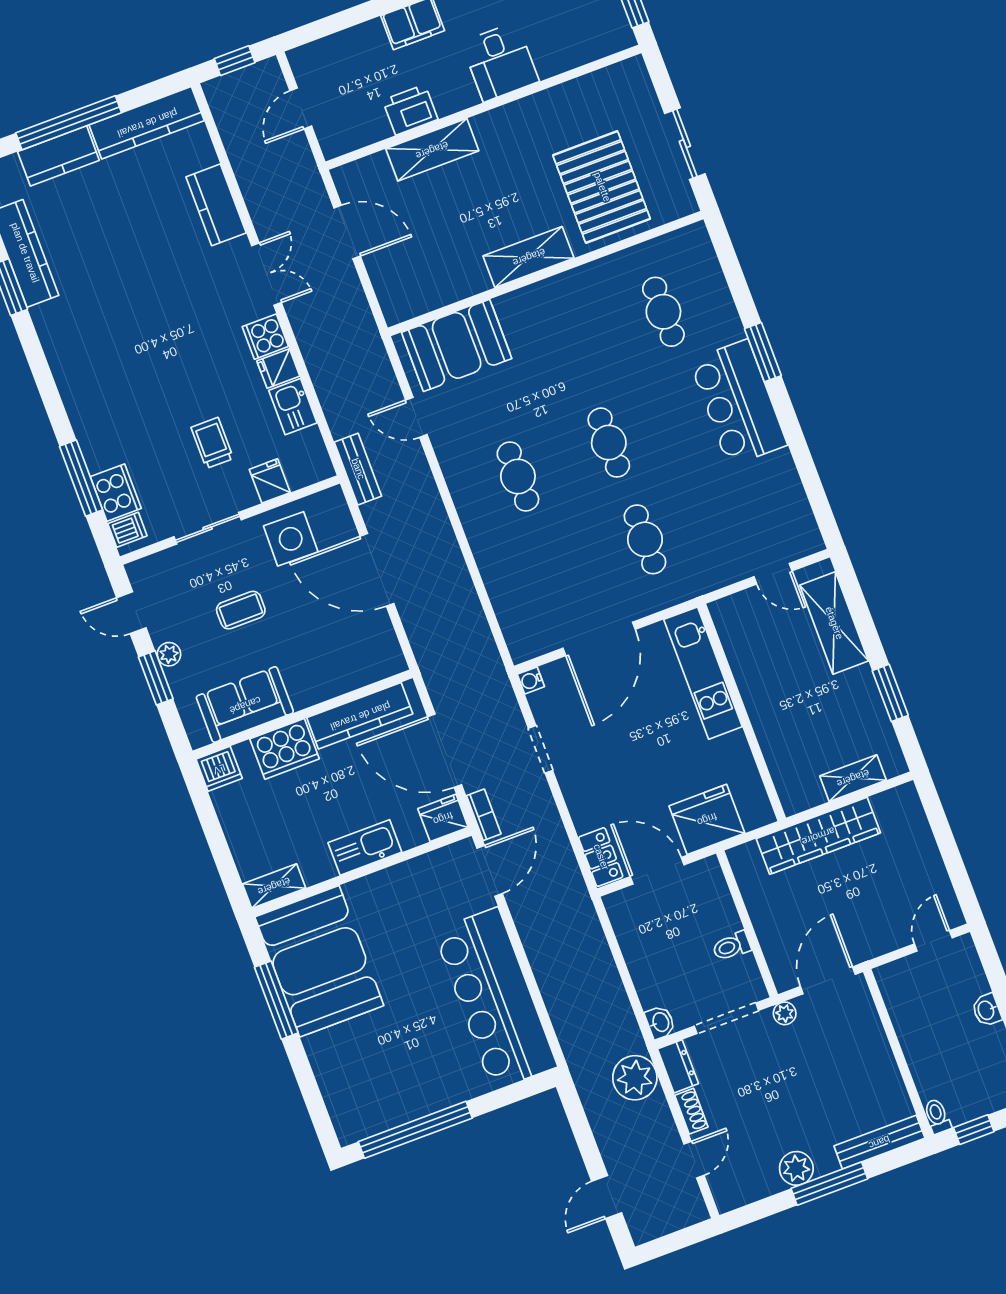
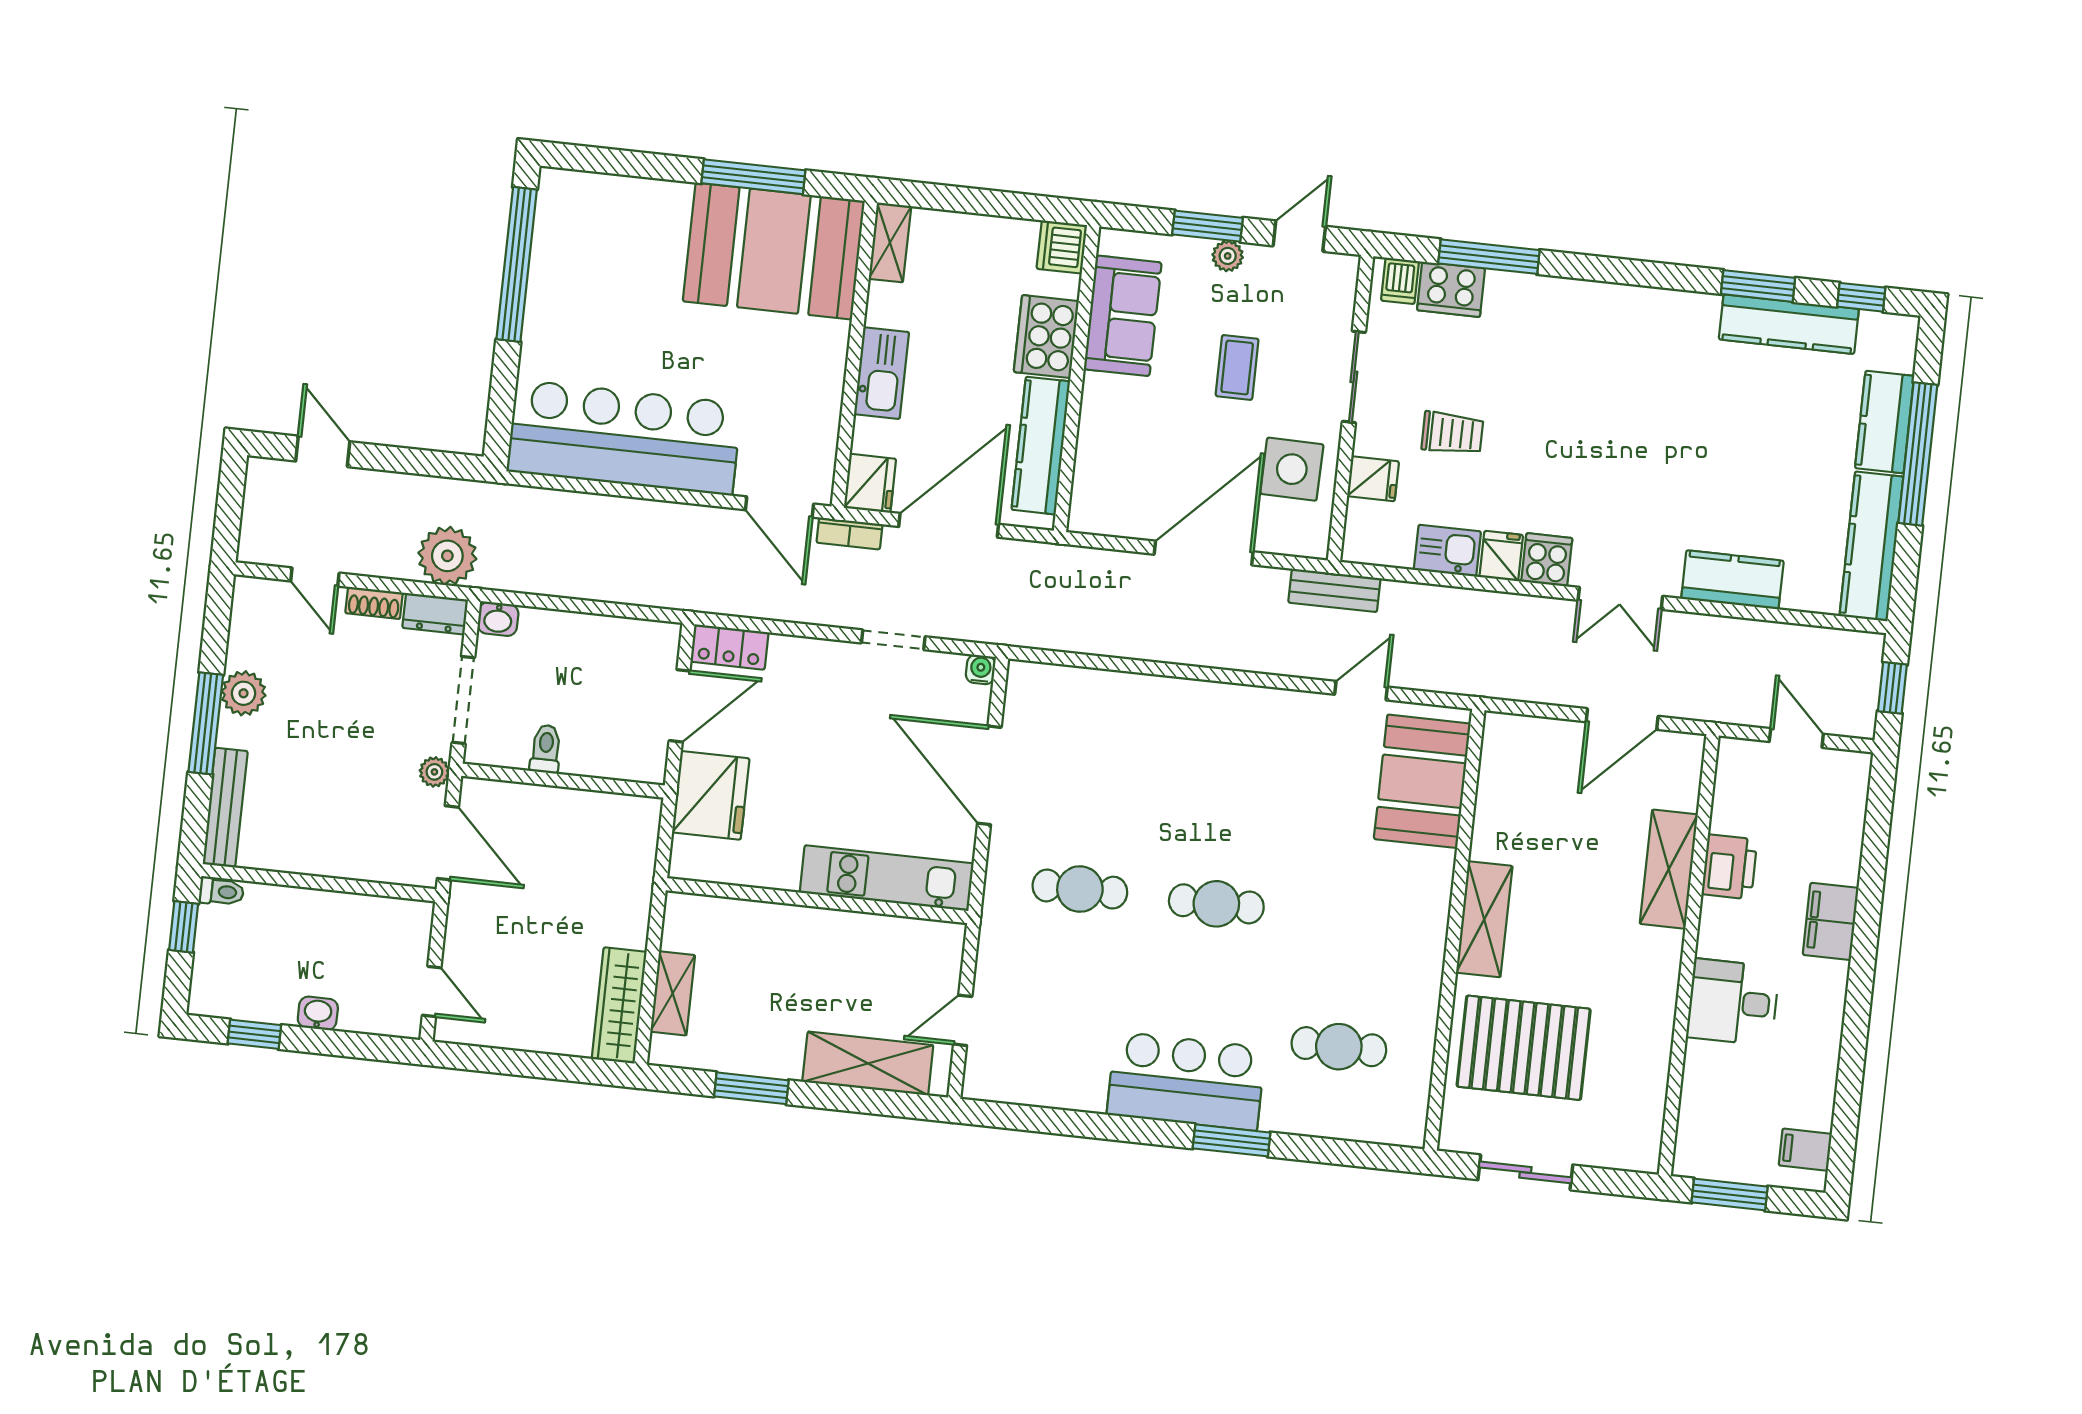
cafe table: (518, 476) -> (1230, 776), removed
wardrobe: (818, 836) -> (619, 1005), moved, width x0.71, depth x0.85

